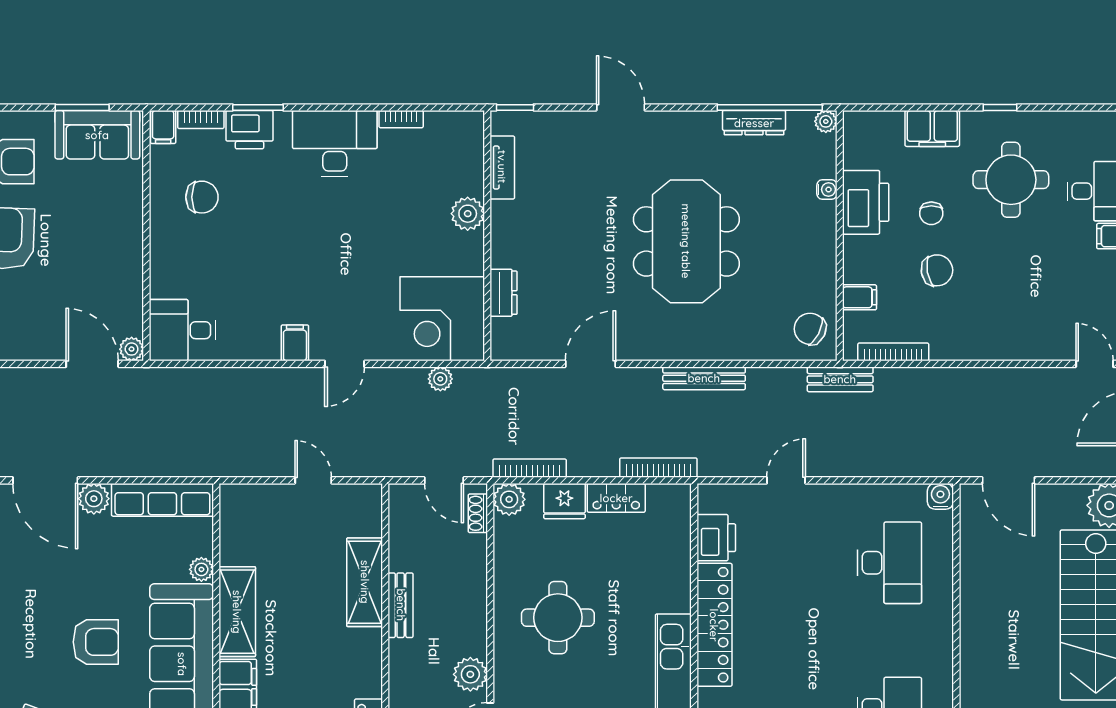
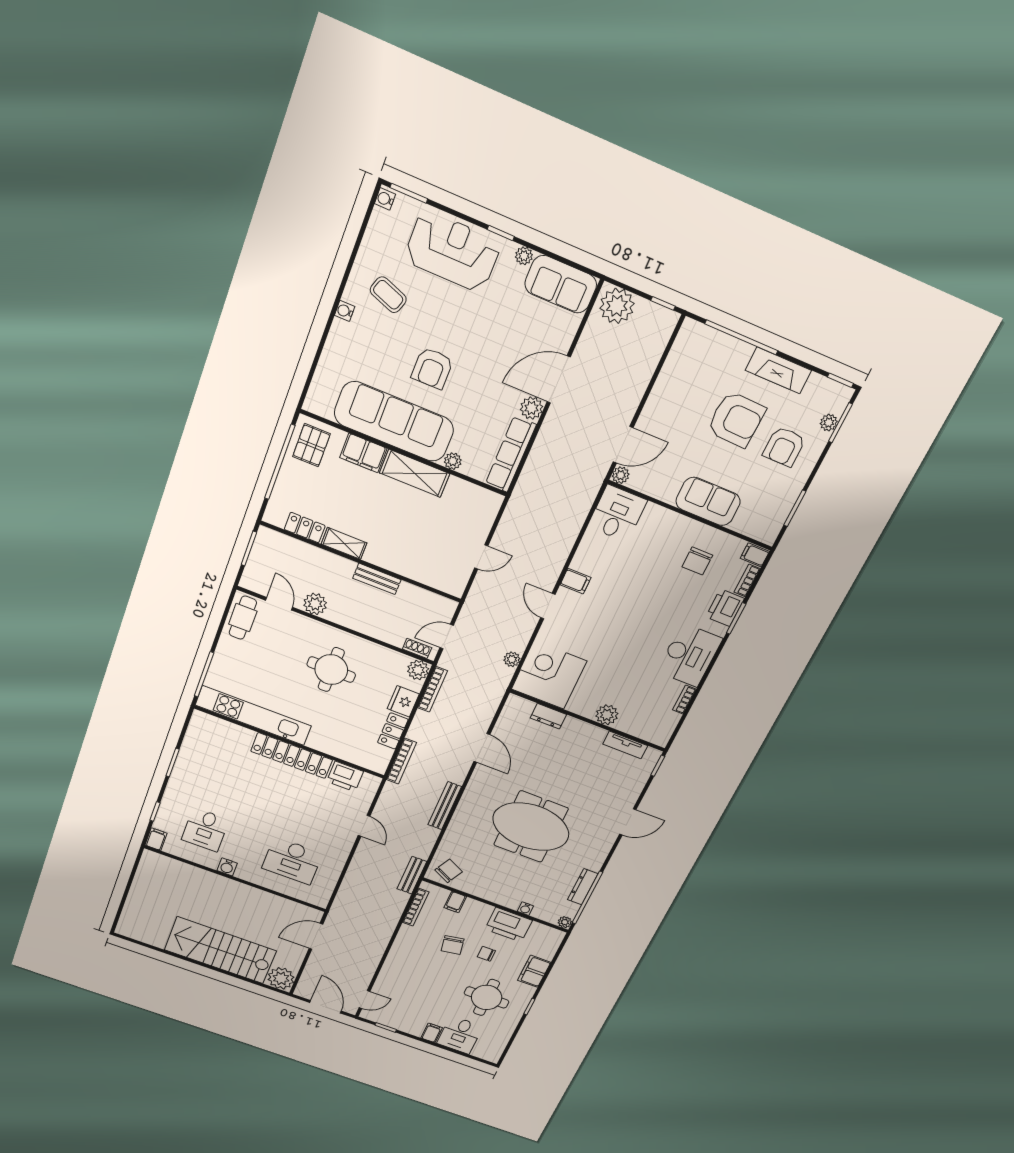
sofa: (97, 135) -> (708, 501), moved, turned 90
water cooler: (940, 496) -> (227, 867), moved, turned 90
shelving: (365, 582) -> (344, 543), moved, width x0.67, depth x0.75

